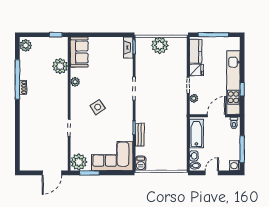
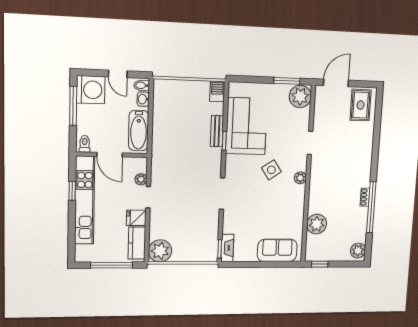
plant: (160, 45) -> (160, 251), moved
sofa: (79, 52) -> (277, 250), moved, turned 90
plant: (75, 82) -> (300, 178), moved
door: (216, 116) -> (110, 155), hinge flipped
corner sofa: (112, 156) -> (246, 126), moved, turned -90
rug: (32, 157) -> (361, 105), added
washing machine: (235, 166) -> (91, 90), width x1.89, depth x1.89
door: (212, 173) -> (118, 74), hinge flipped

